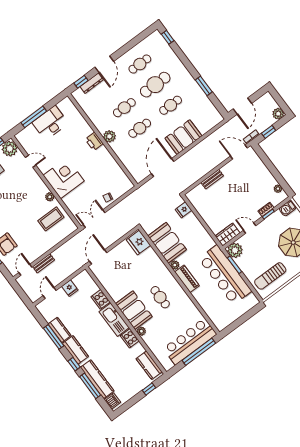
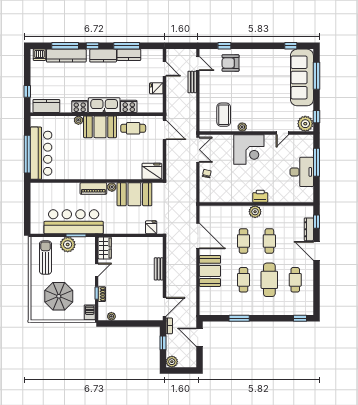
plant: (235, 250) -> (68, 245), moved
cafe table: (160, 297) -> (133, 128), moved

